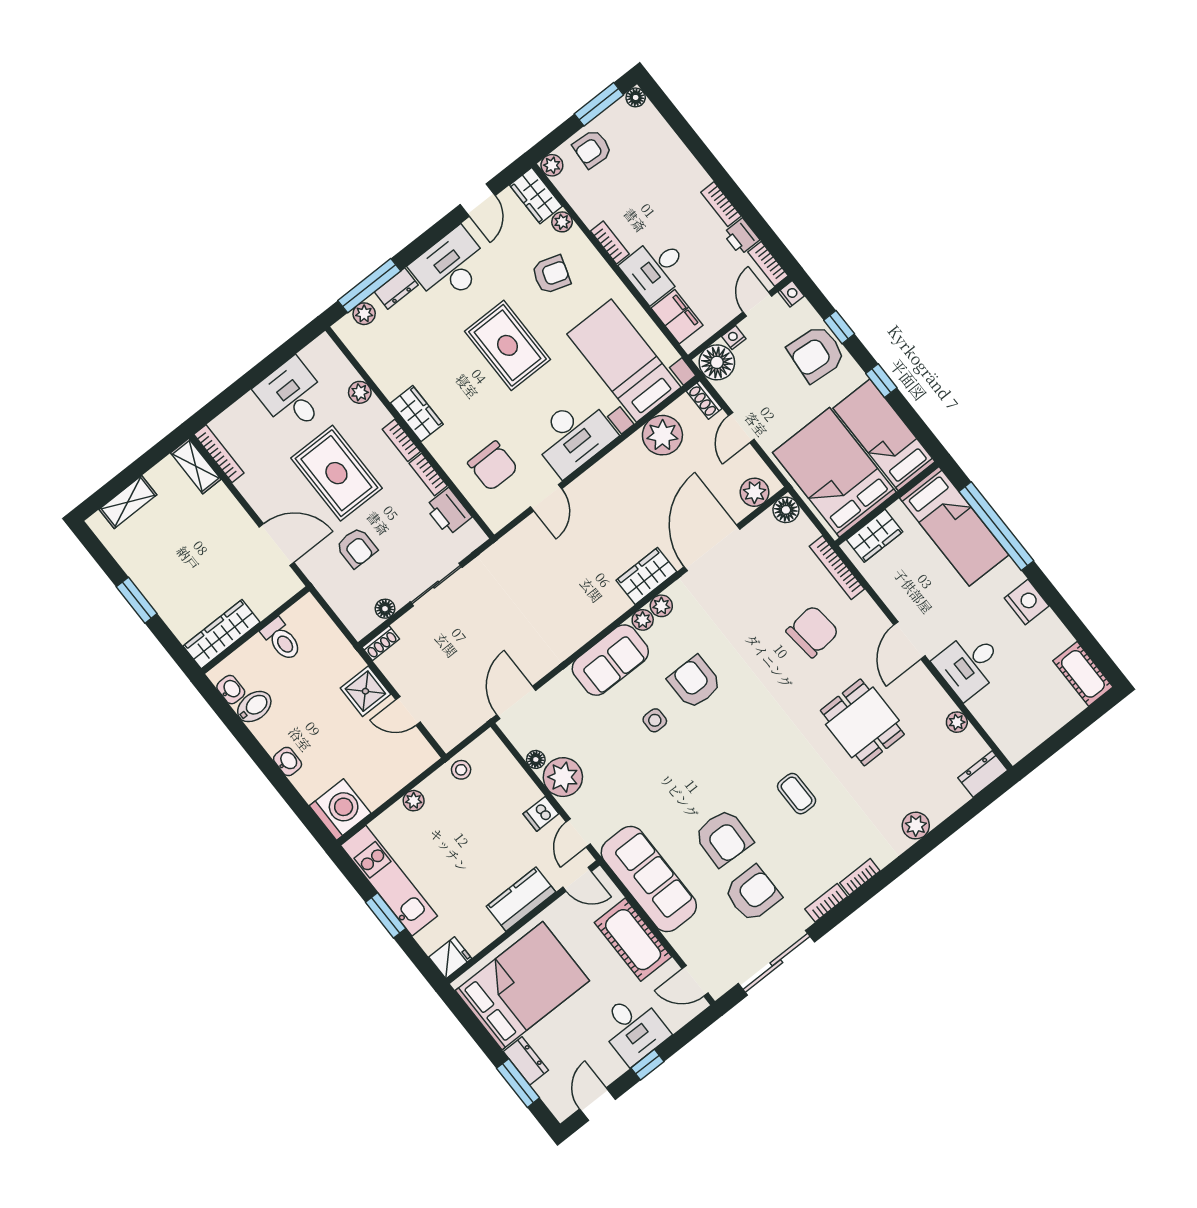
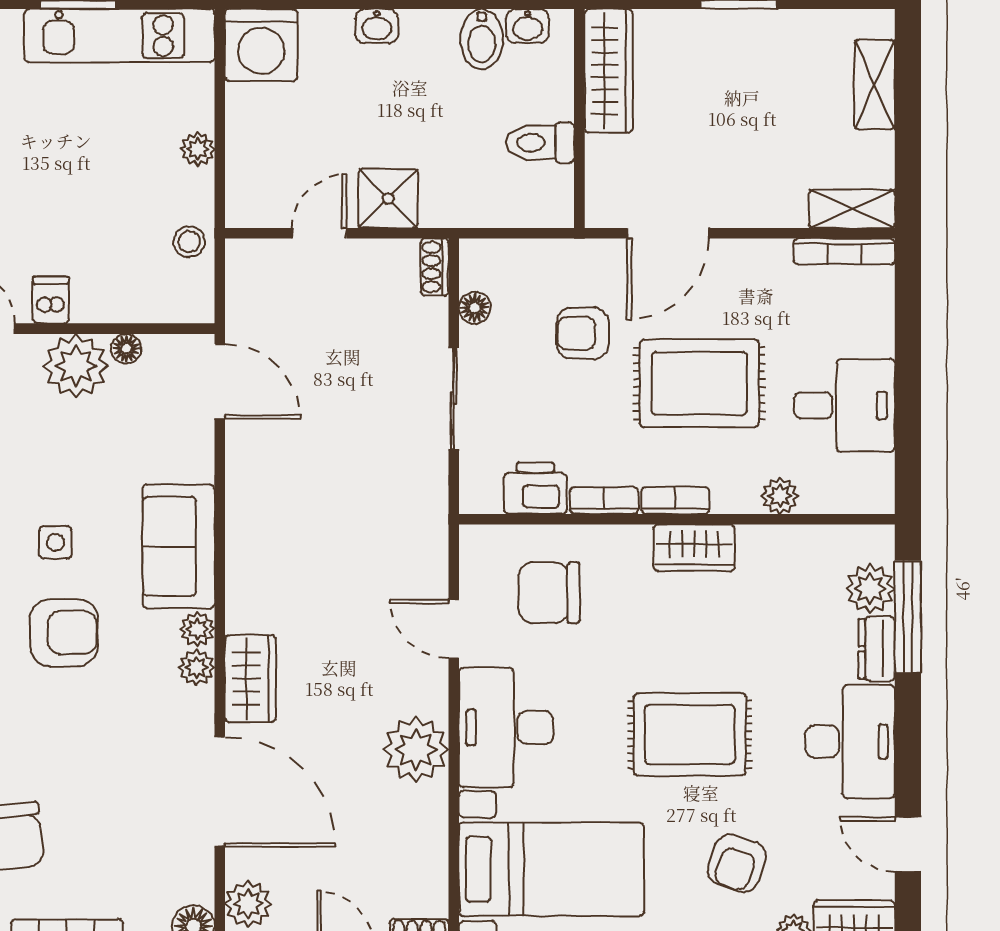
plant: (364, 314) -> (870, 588), width x1.38, depth x1.38
plant: (662, 435) -> (416, 749), moved

